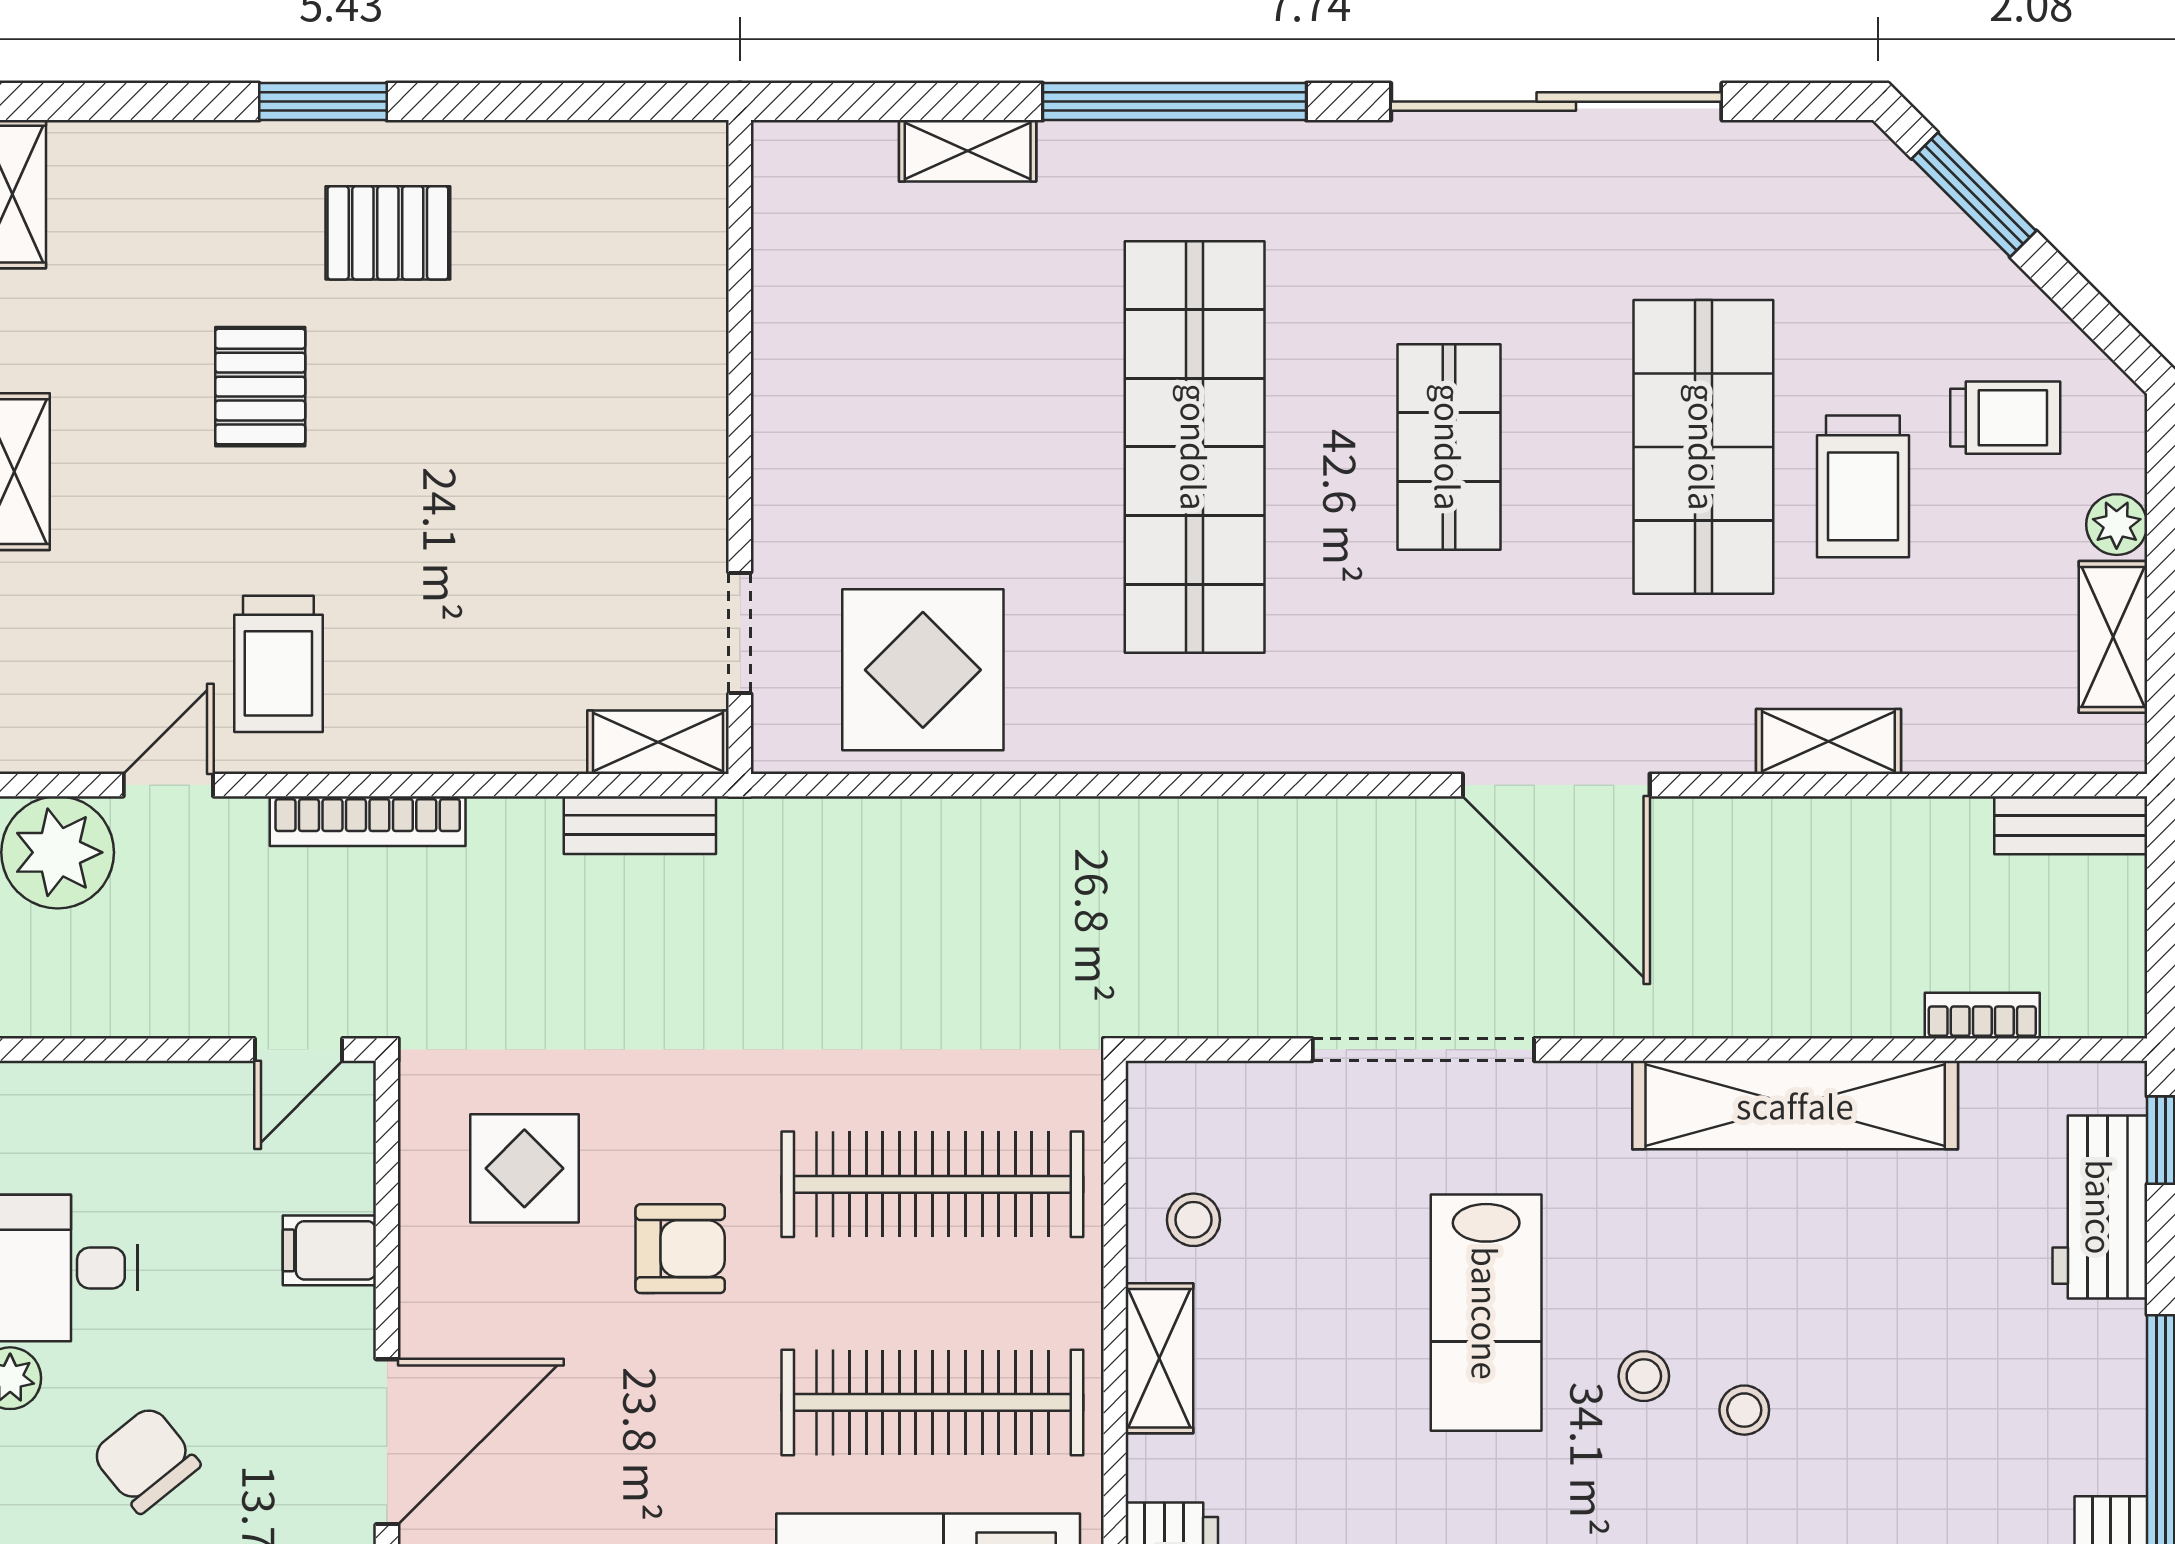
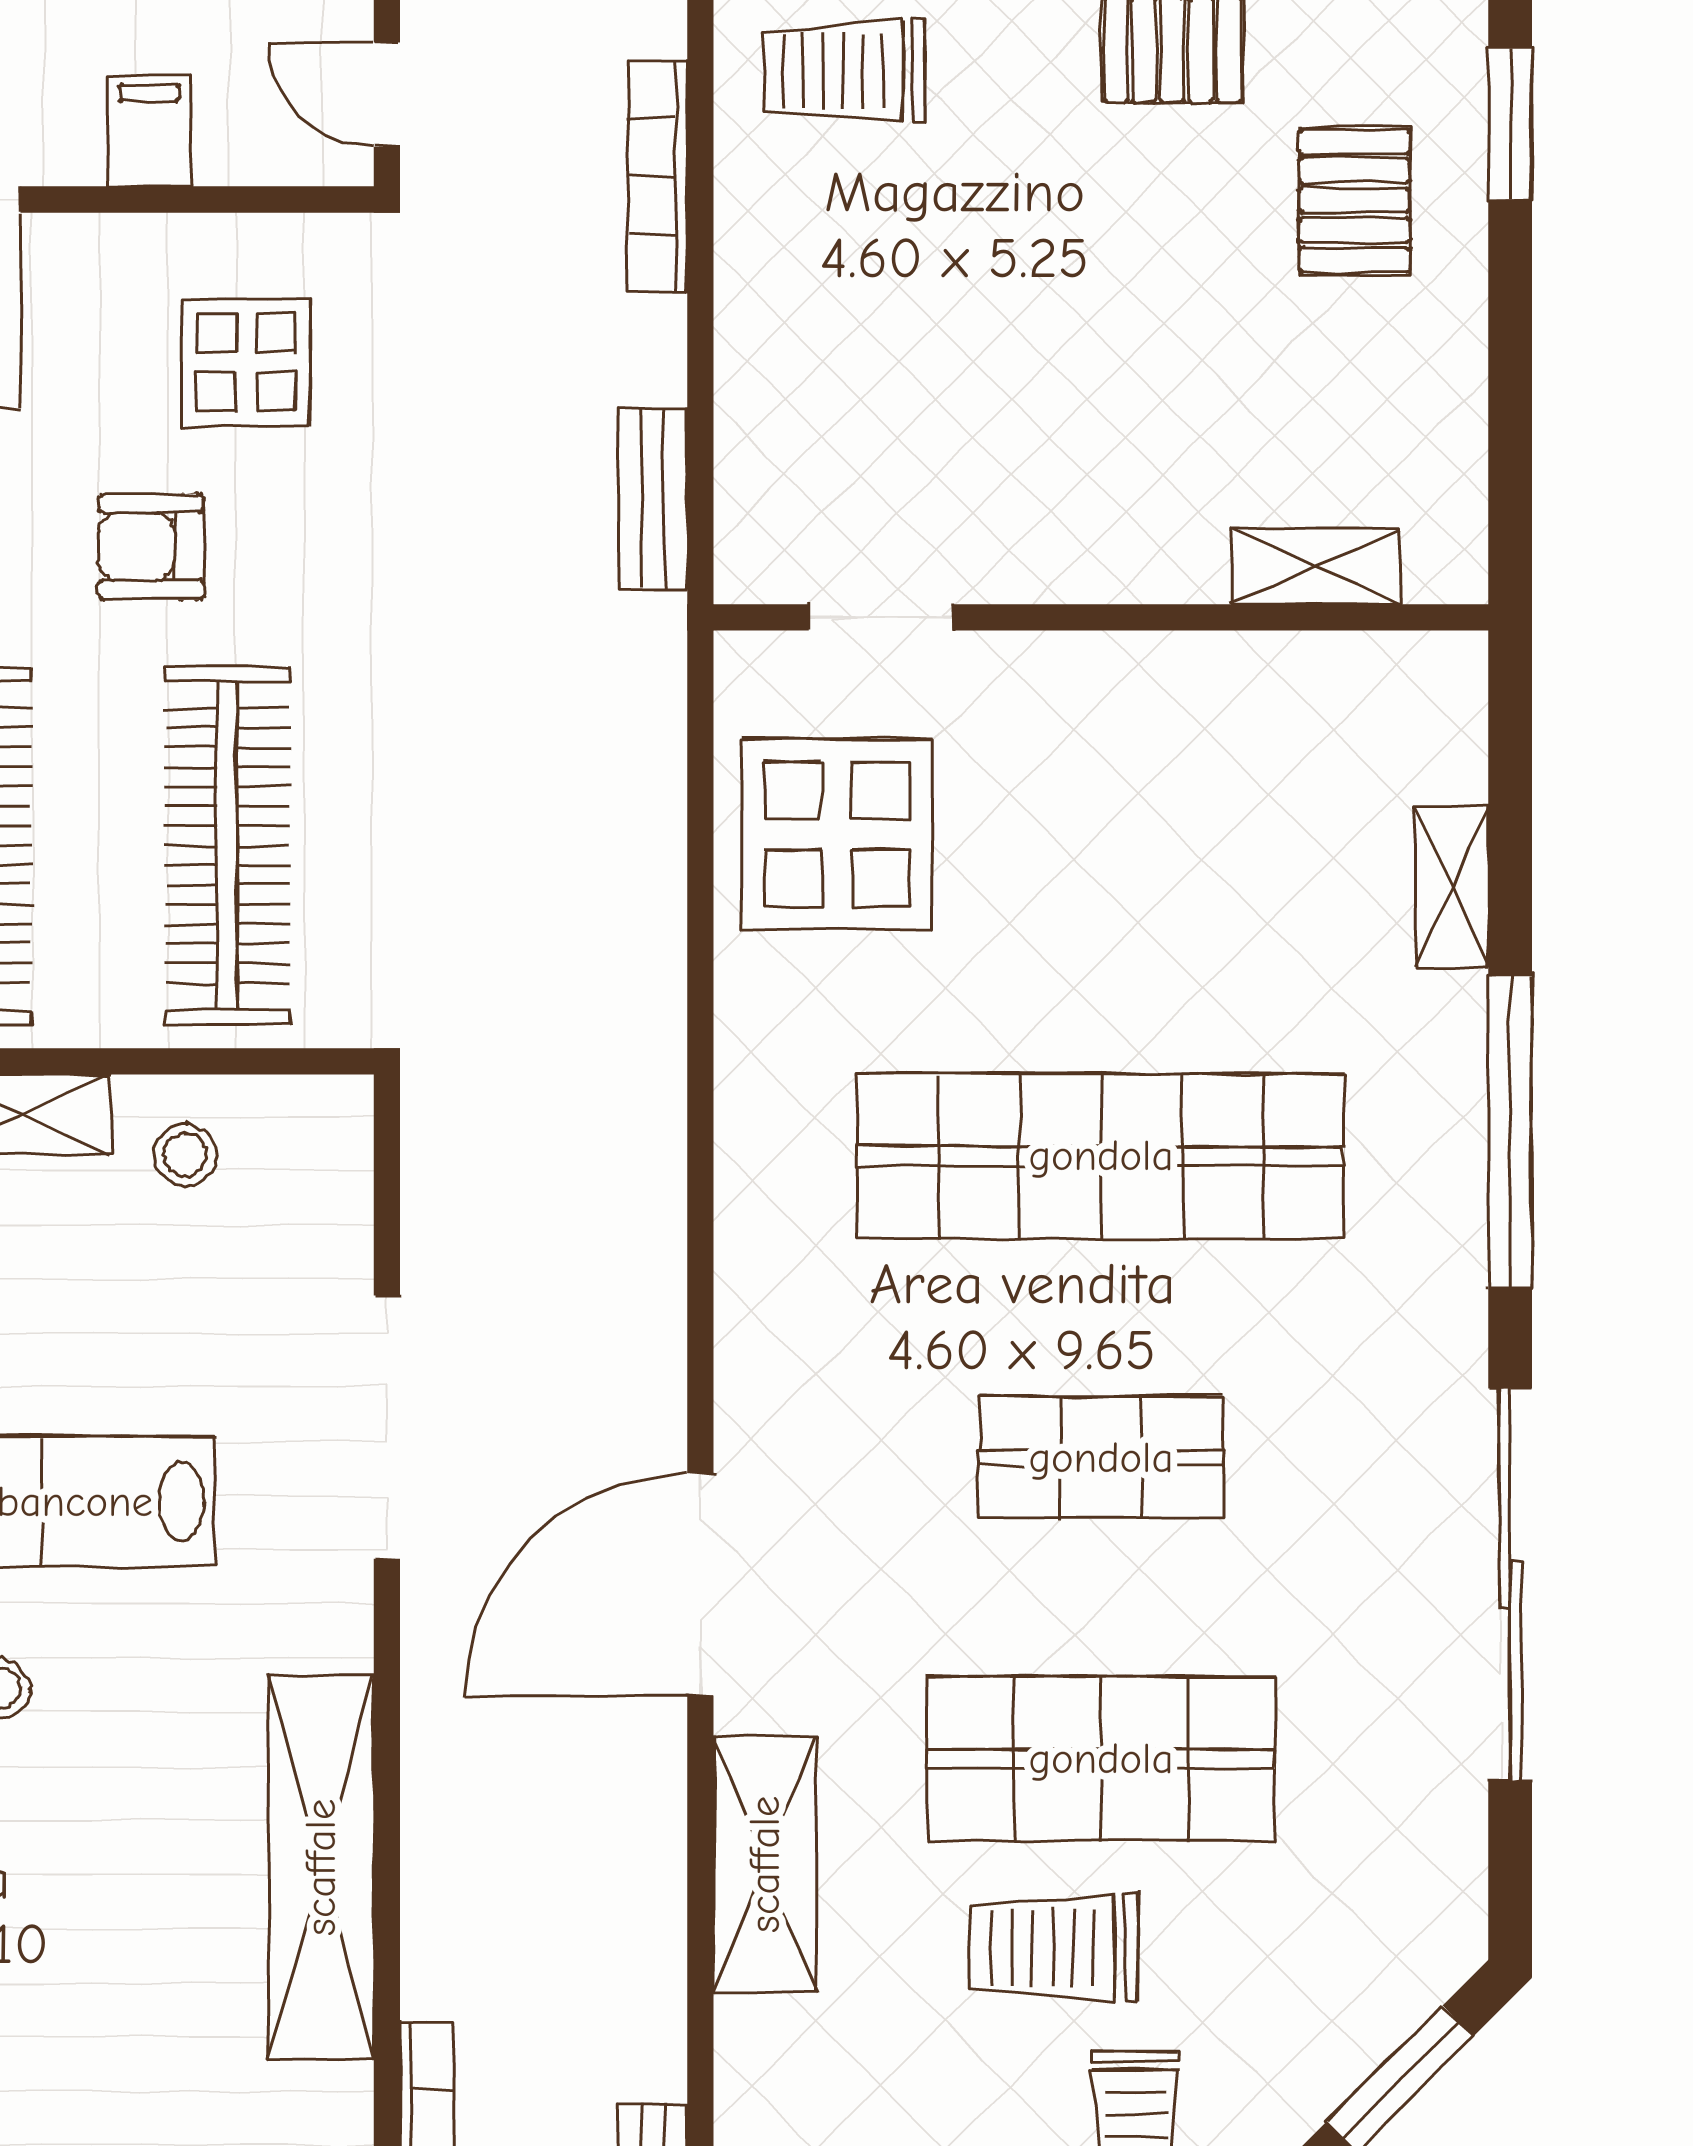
shelving: (1828, 741) -> (765, 1864), width x1.50, depth x1.33
shelving: (658, 742) -> (1316, 567), moved, turned 90
armchair: (680, 1249) -> (151, 547), turned 90

